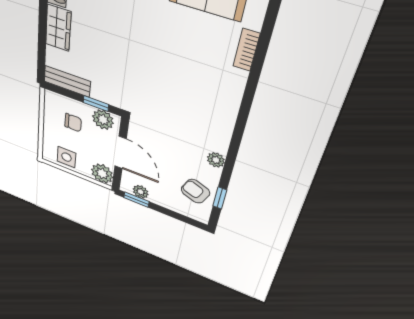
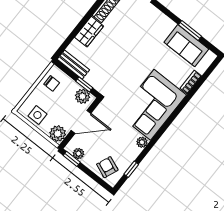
corner sofa: (203, 104) -> (152, 105), added
chair: (73, 123) -> (52, 83), moved
door: (121, 153) -> (81, 122), hinge flipped
armchair: (195, 191) -> (107, 167), moved

